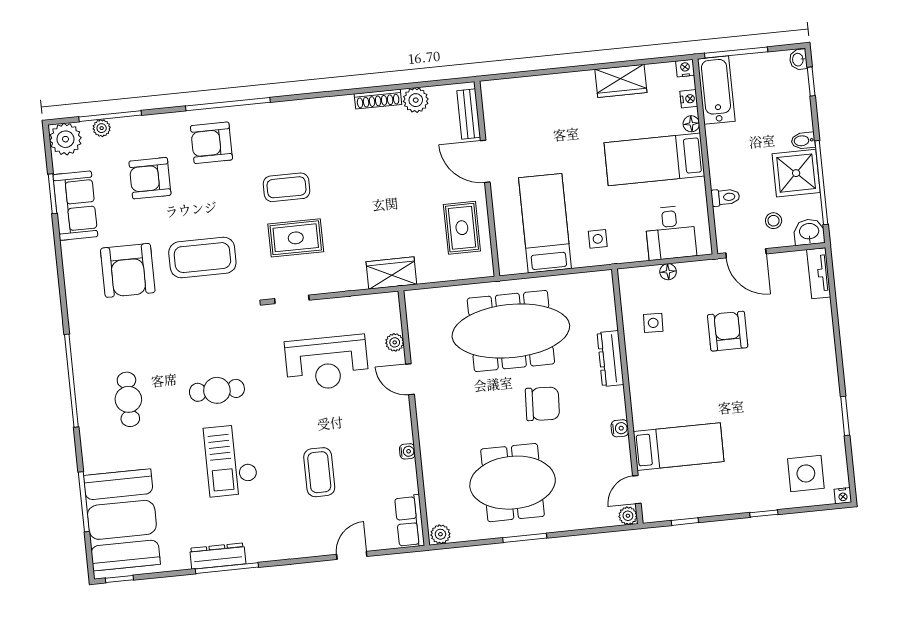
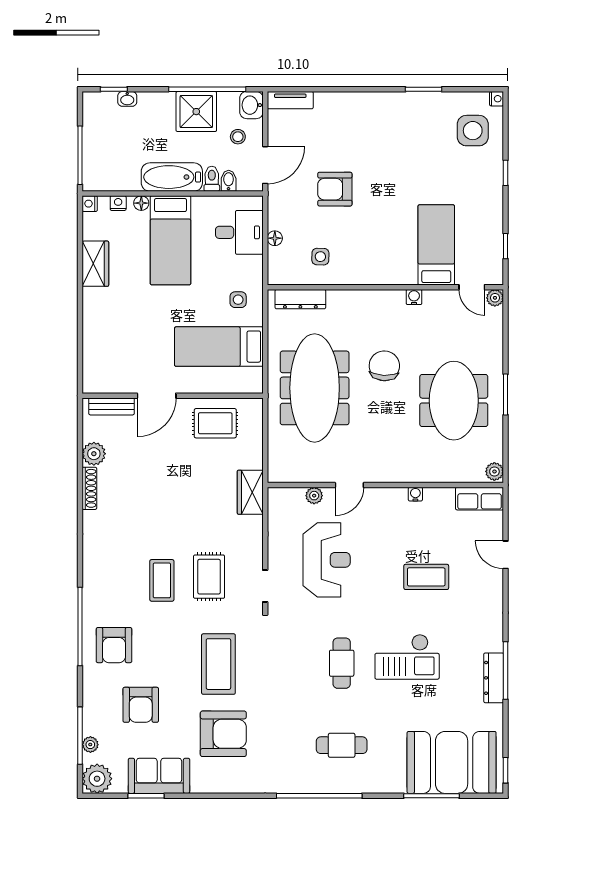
washbasin: (798, 60) -> (127, 99), moved
bathtub: (716, 90) -> (172, 177), moved
bidet: (803, 141) -> (229, 181), moved, turned 180
dresser: (610, 359) -> (300, 299), moved

